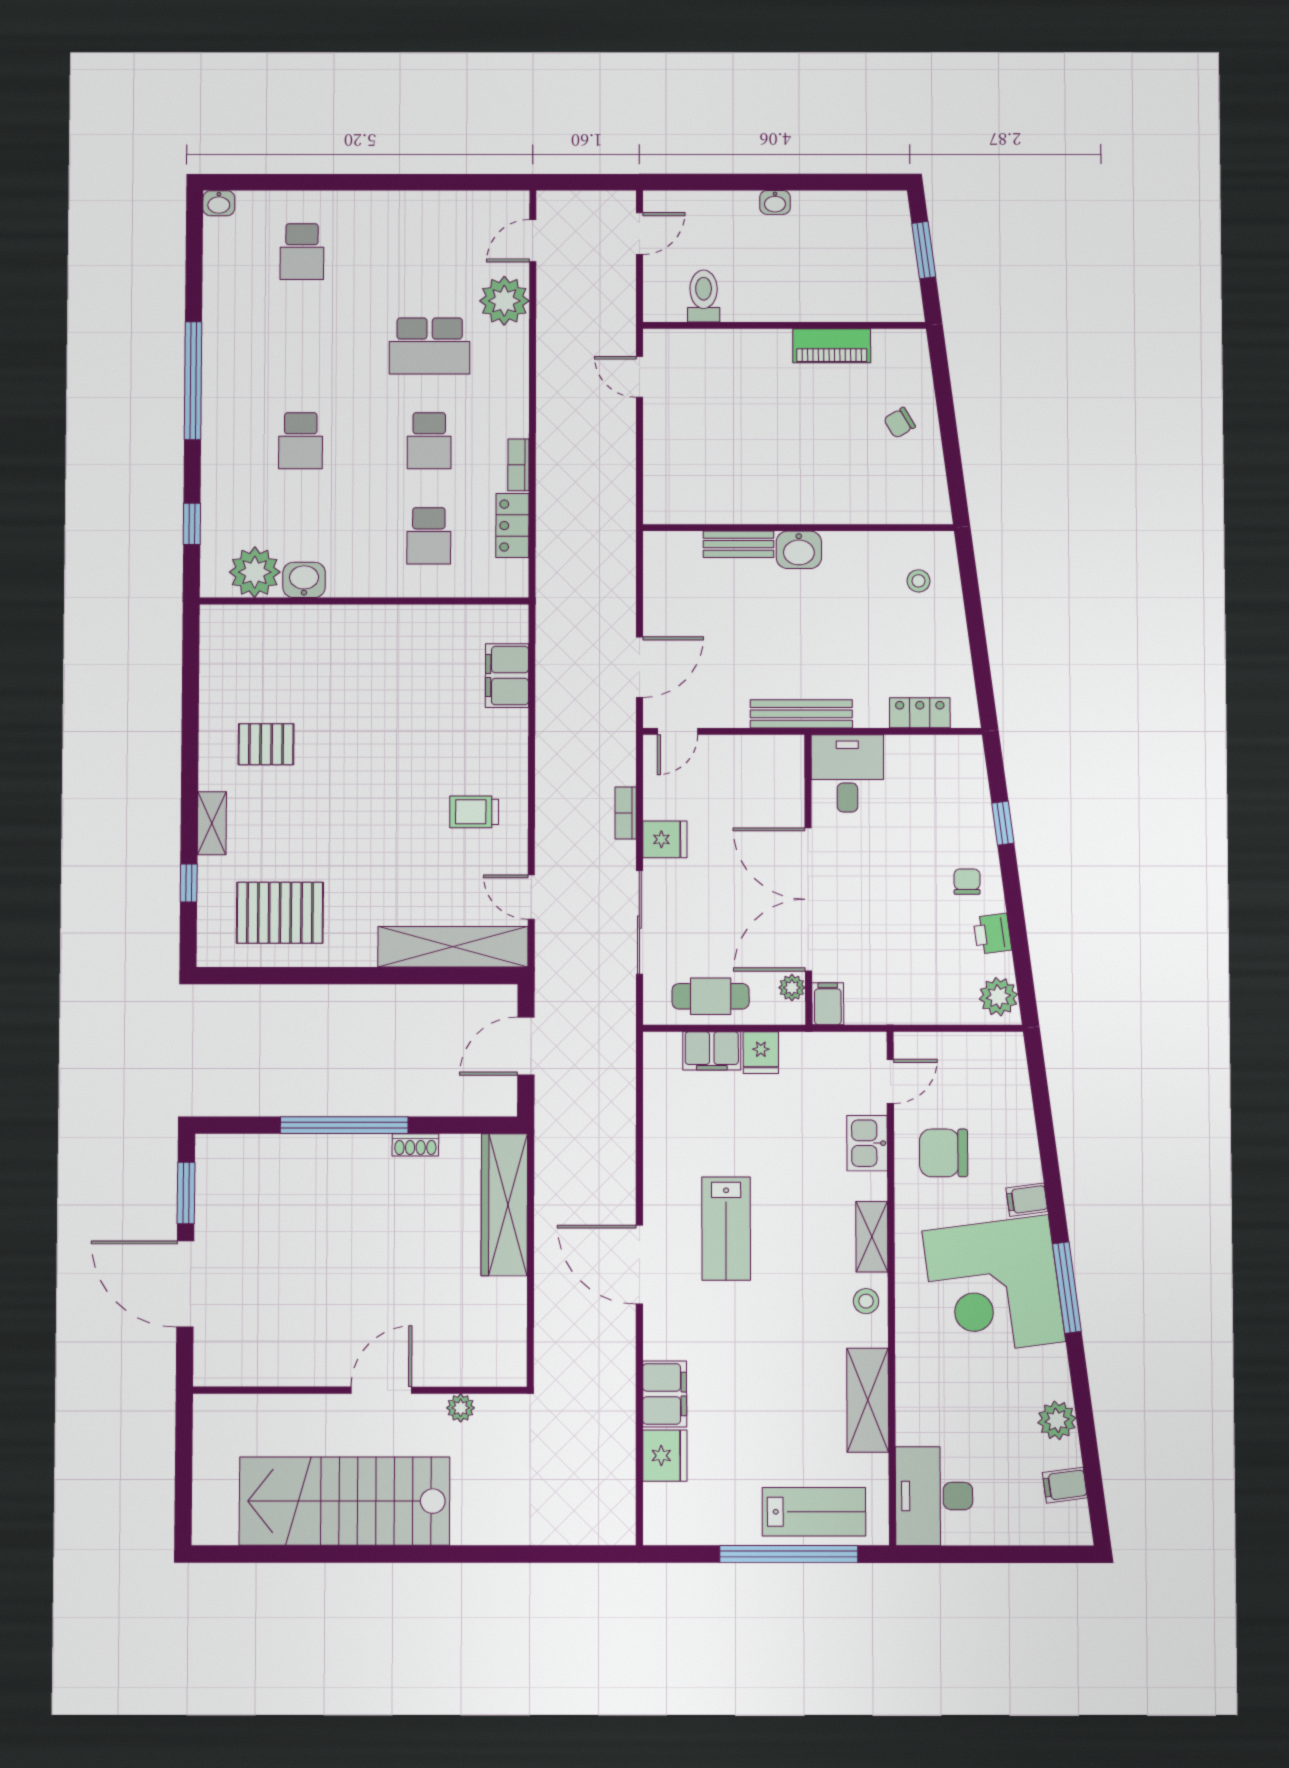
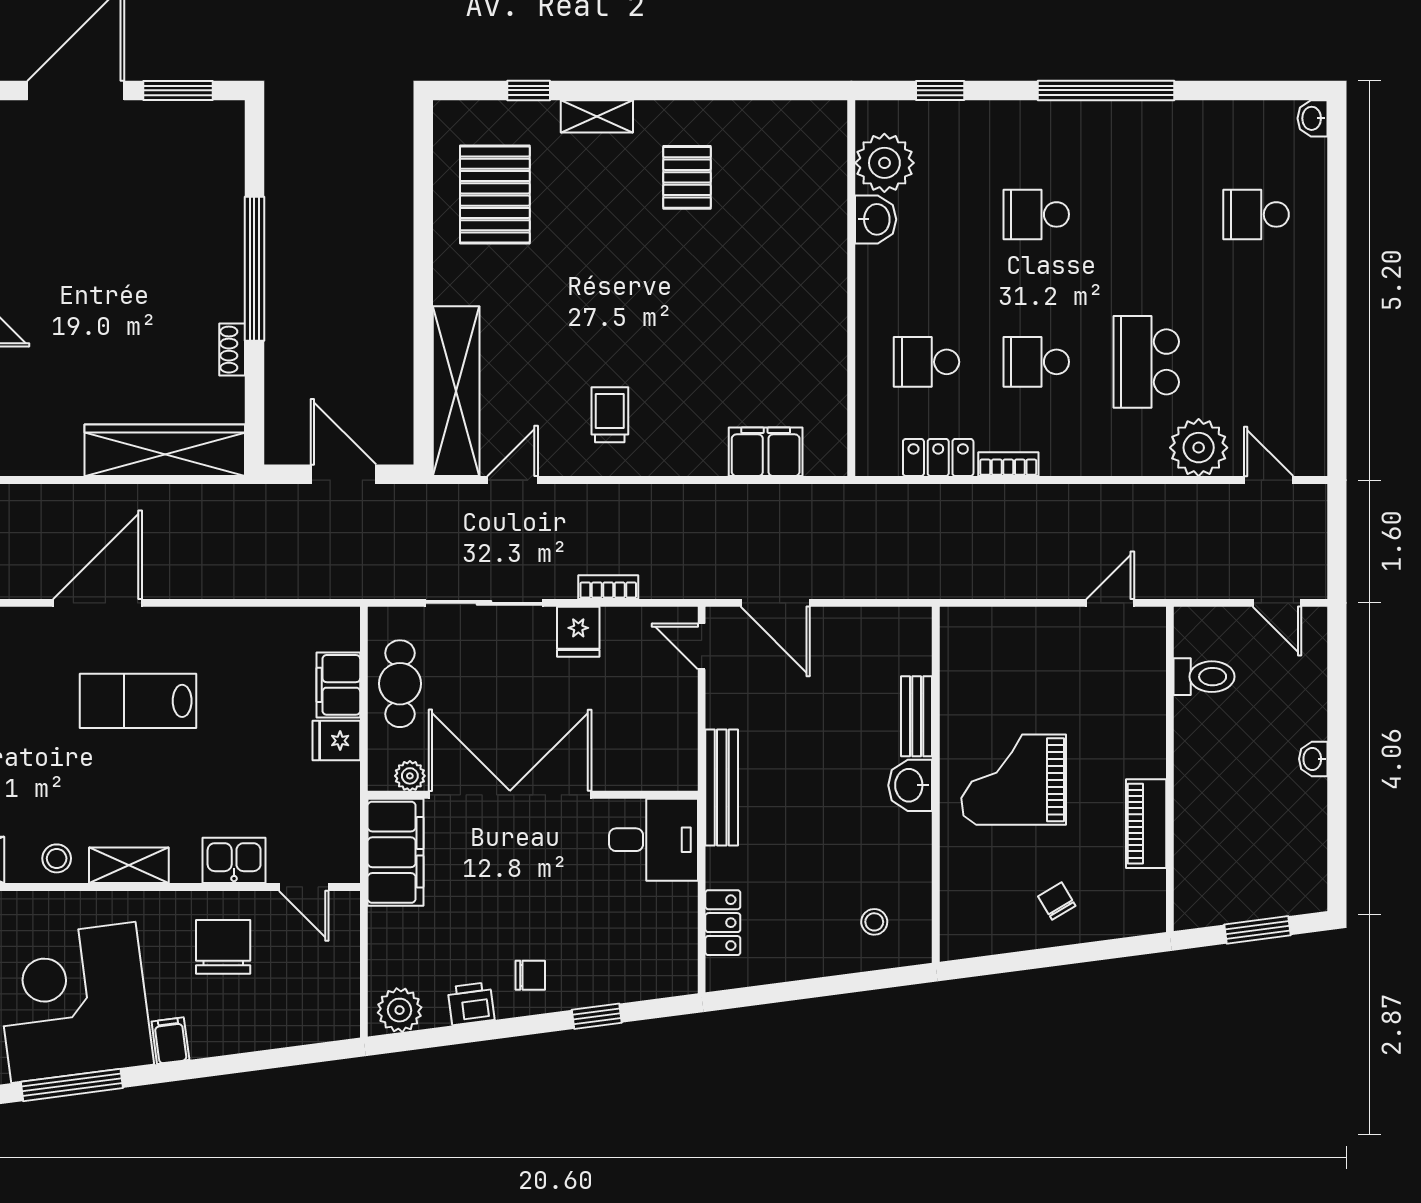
grand piano: (794, 460) -> (1014, 780), added
filing cabinet: (828, 1004) -> (395, 852), width x3.00, depth x1.17

